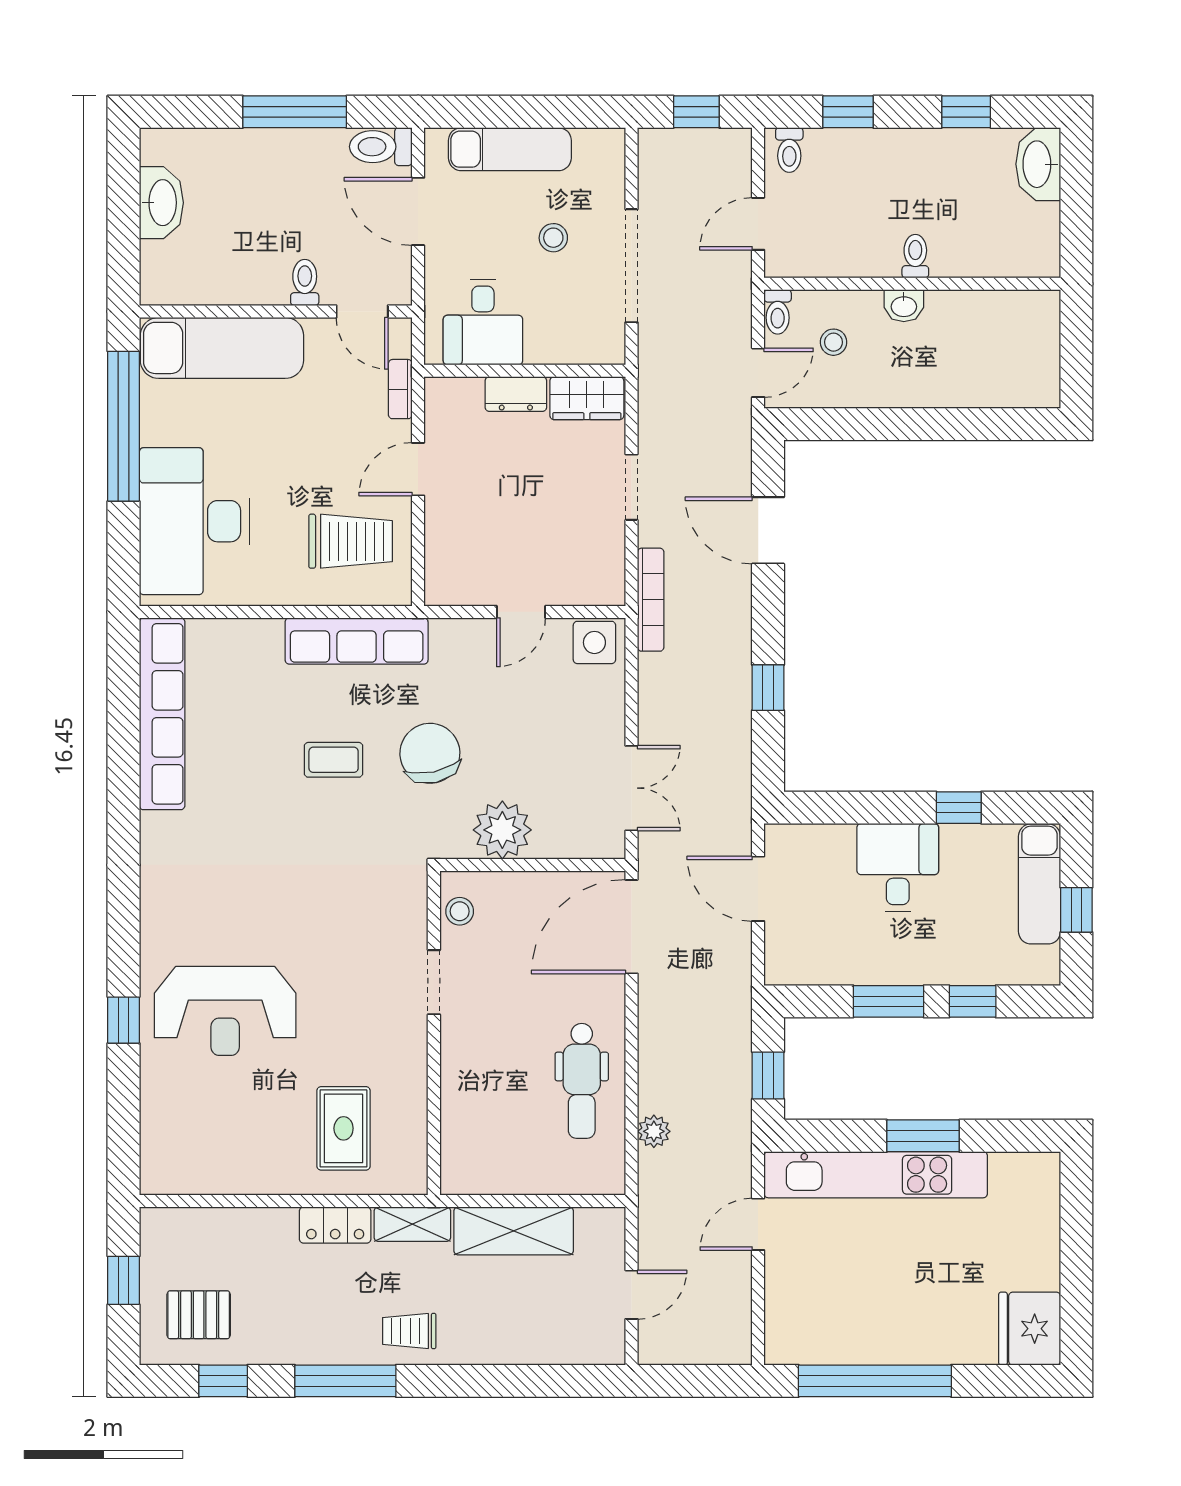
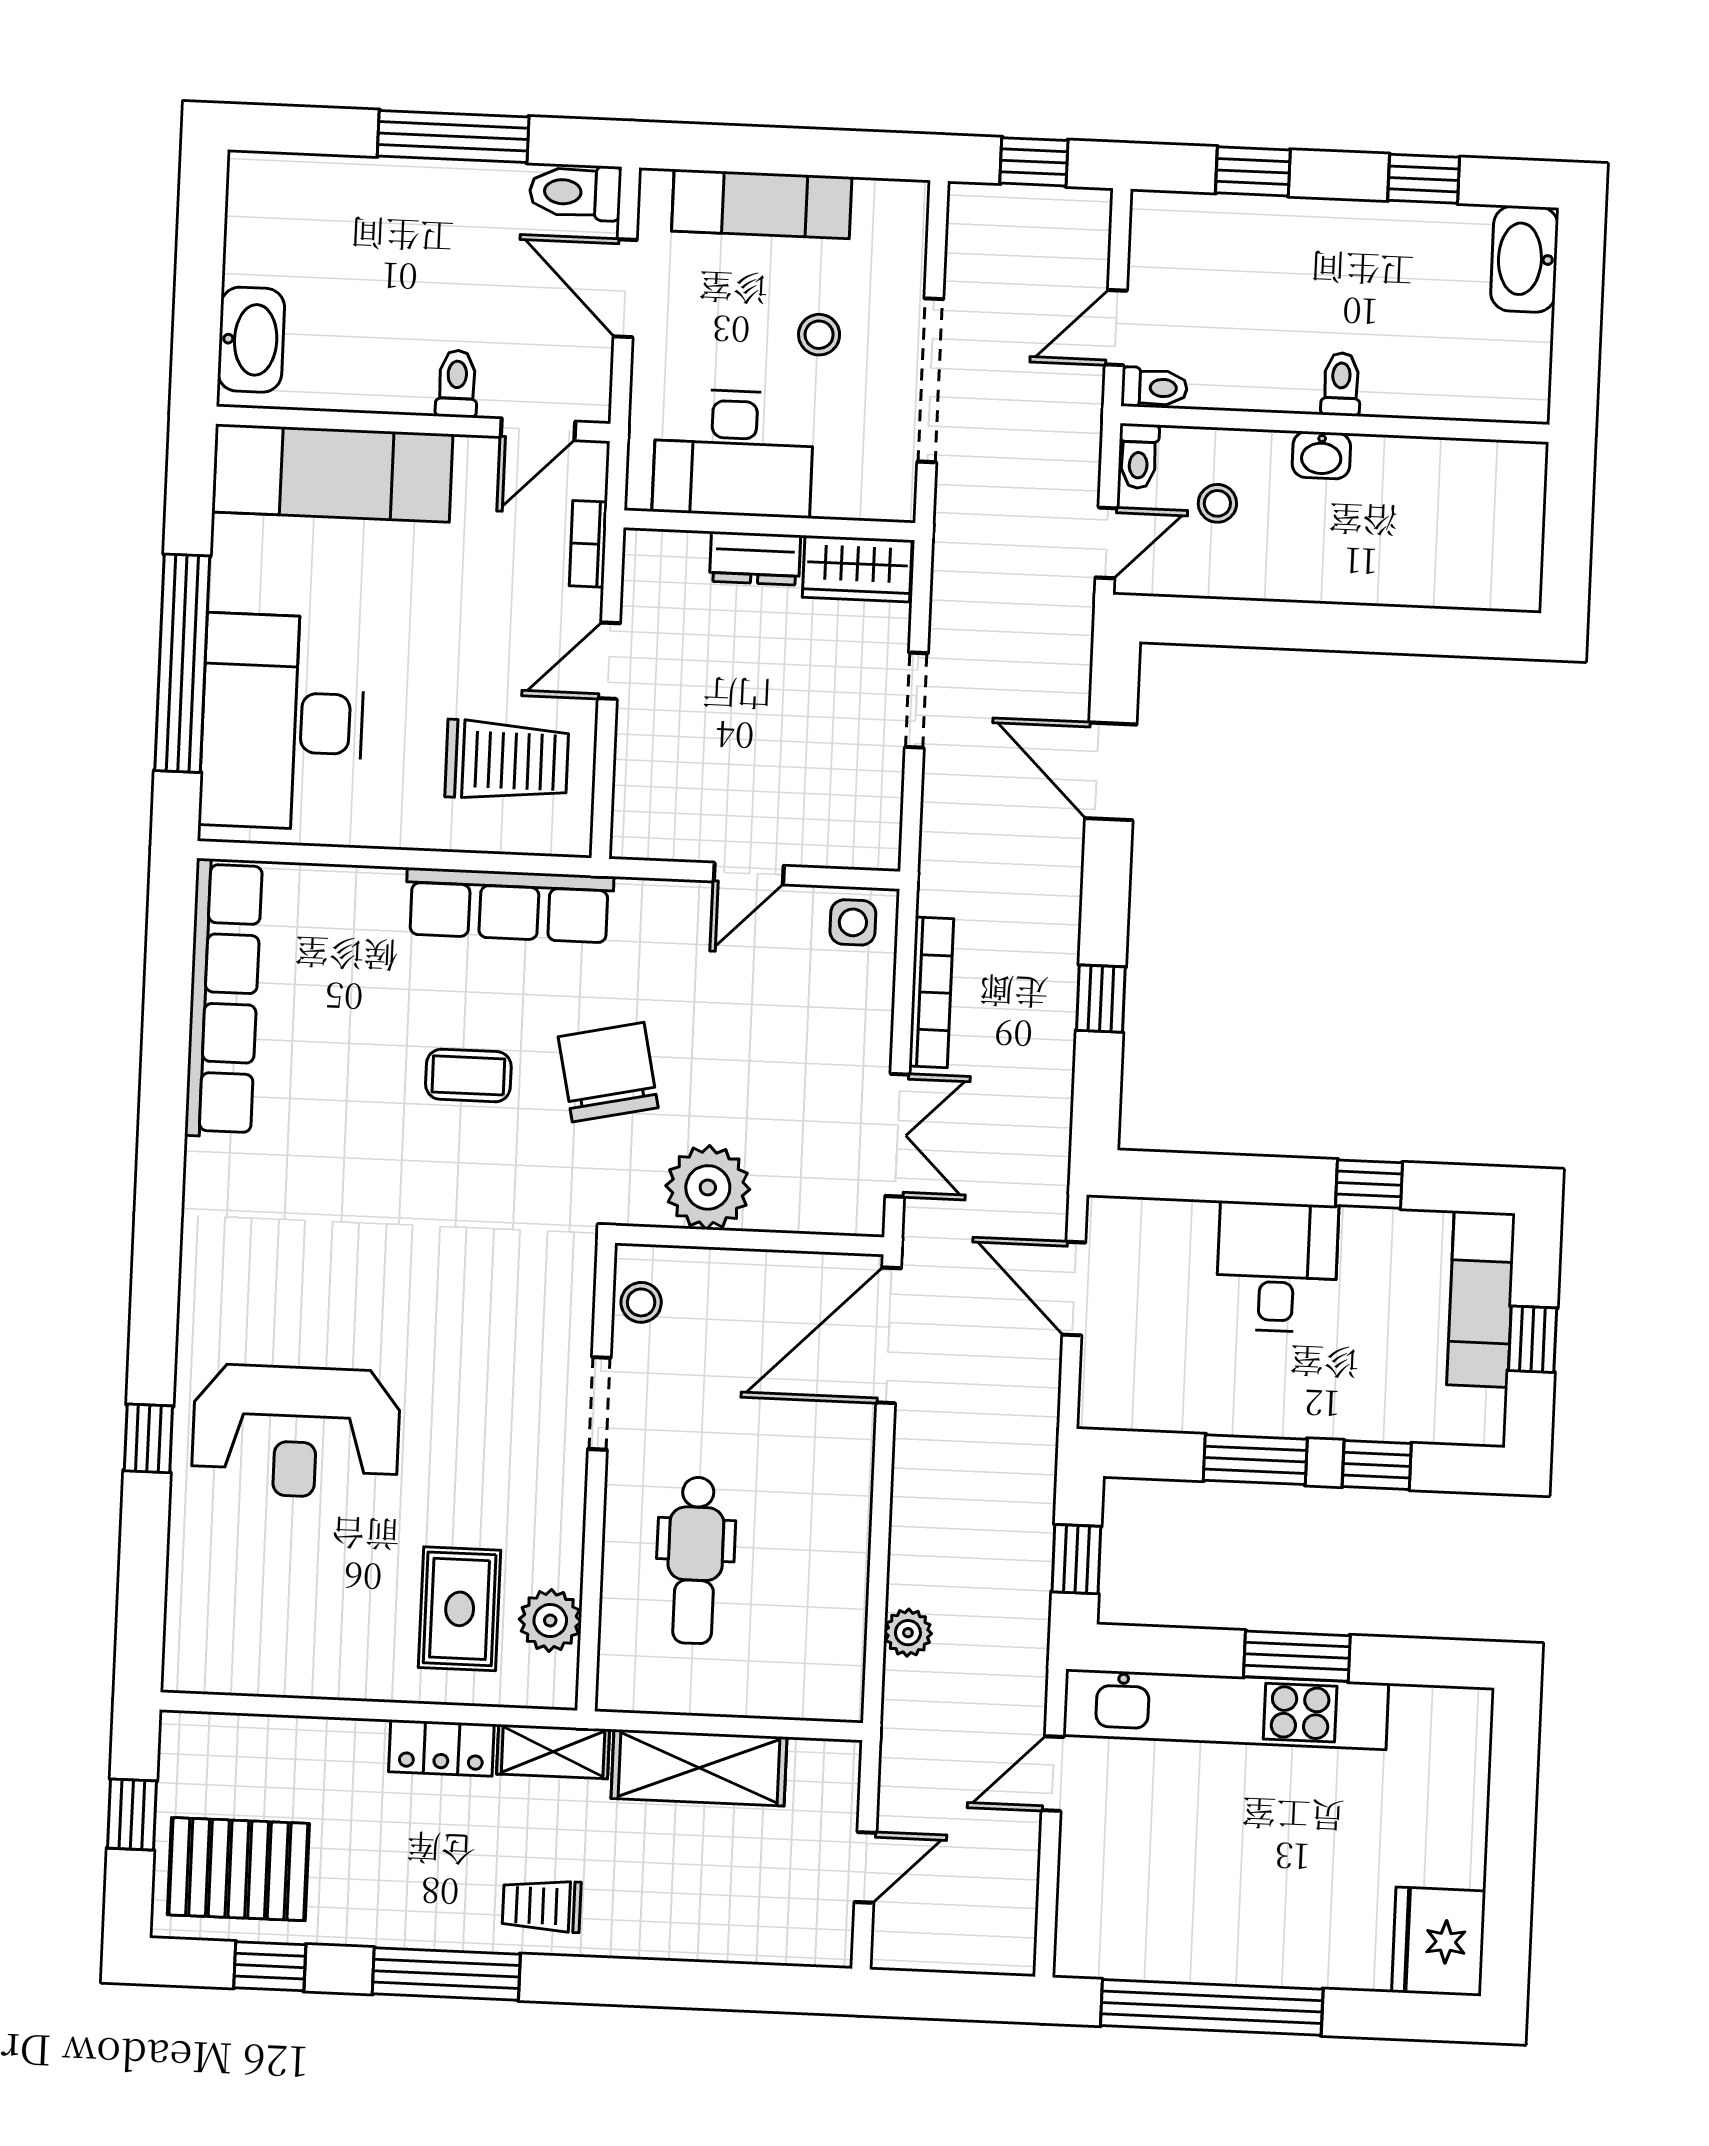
toilet: (789, 150) -> (1154, 388), moved, turned -90
washbasin: (161, 203) -> (251, 340), moved
door: (362, 311) -> (538, 429), hinge flipped
desk: (483, 322) -> (733, 453), width x1.37
window: (124, 426) -> (182, 663), moved
bookcase: (651, 600) -> (931, 992), moved
side table: (594, 642) -> (853, 922), width x0.73, depth x0.73
dental chair: (582, 1081) -> (695, 1560), moved
plant: (406, 1134) -> (550, 1620), added
pallet: (199, 1315) -> (238, 1869), width x1.50, depth x1.42

